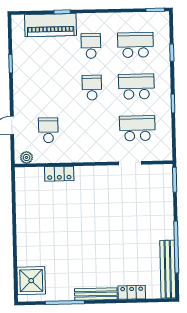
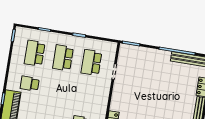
school desk: (92, 88) -> (58, 88), removed

